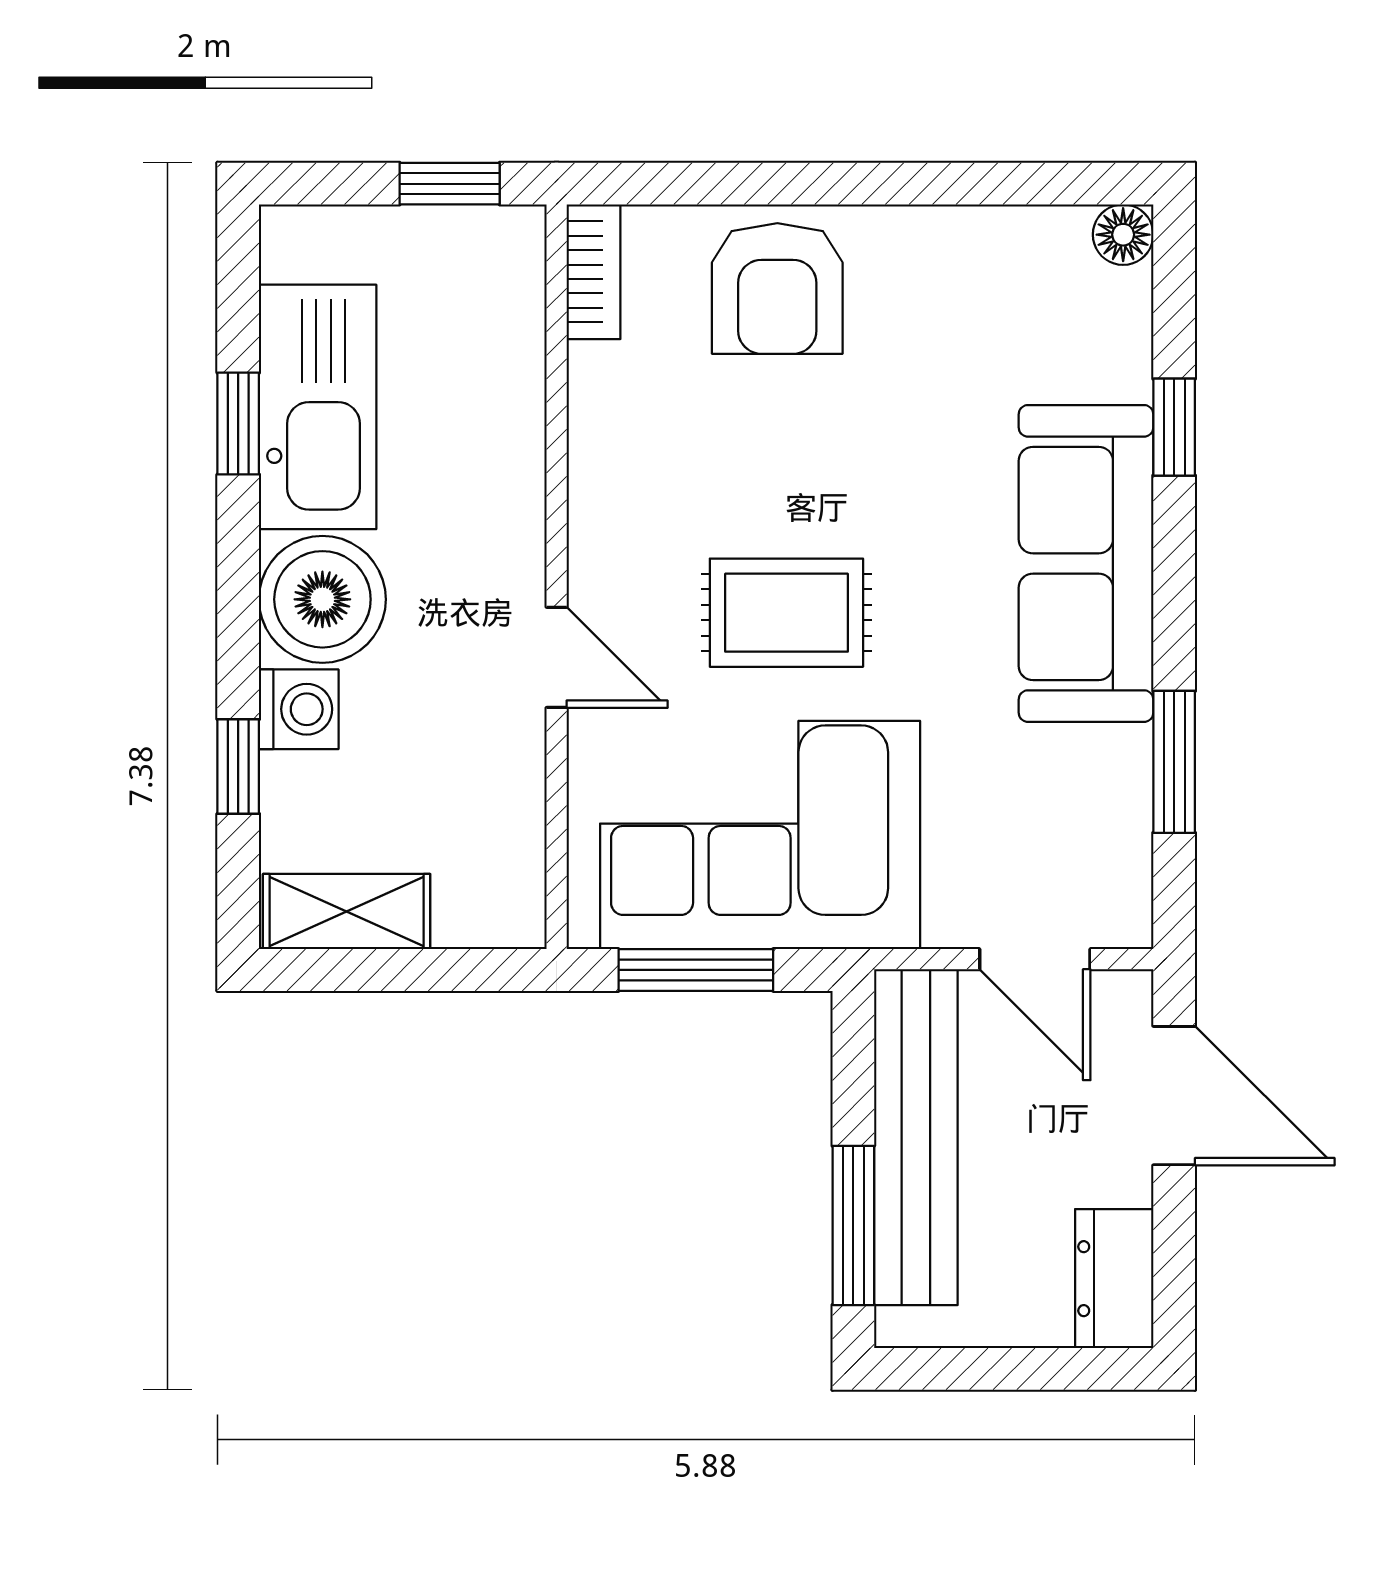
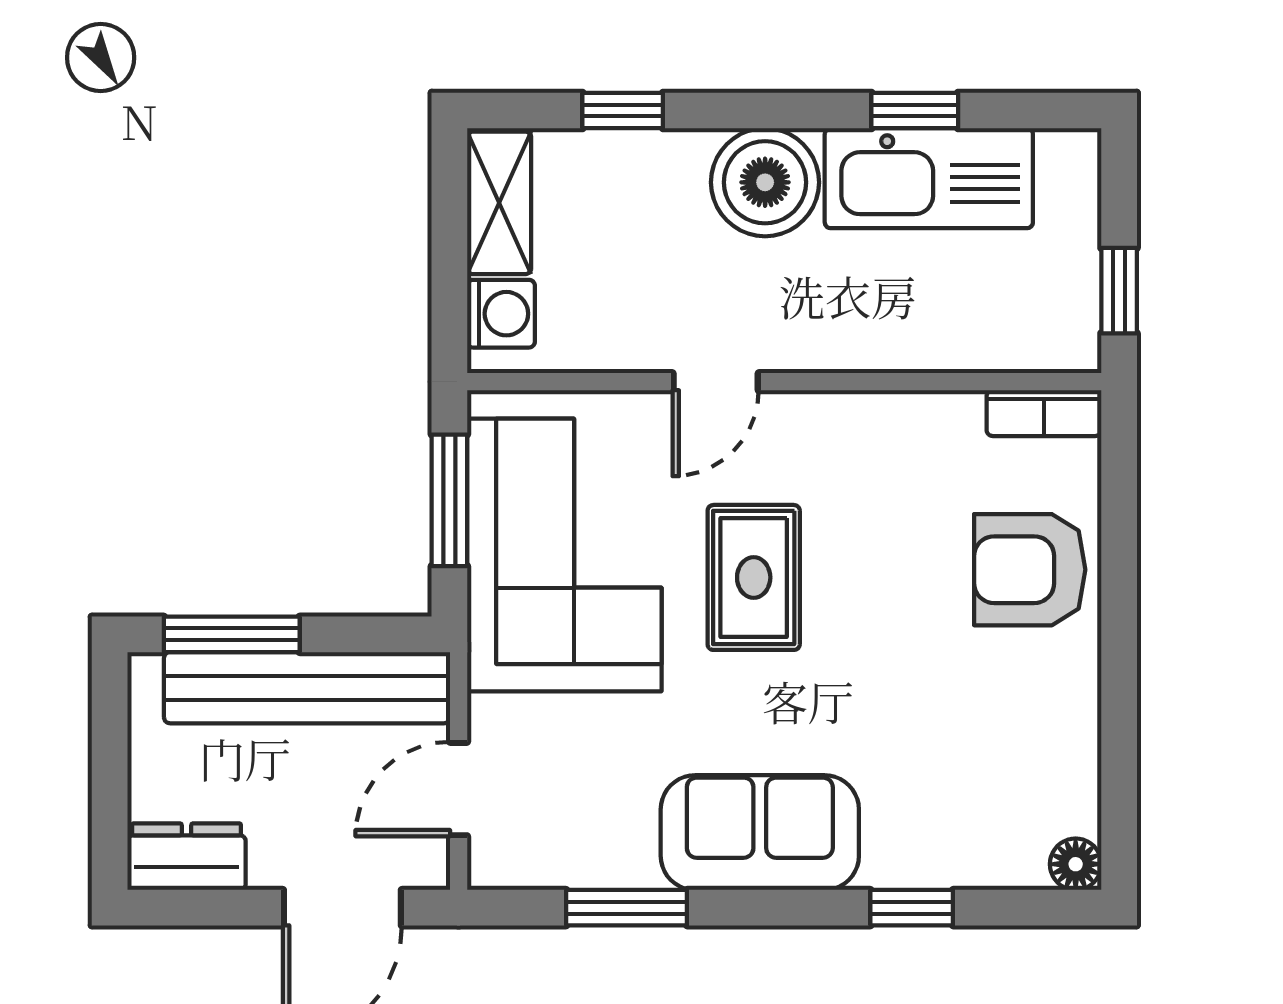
sofa: (1086, 563) -> (760, 833), width x0.73
washing machine: (299, 709) -> (501, 314), moved, turned -90

